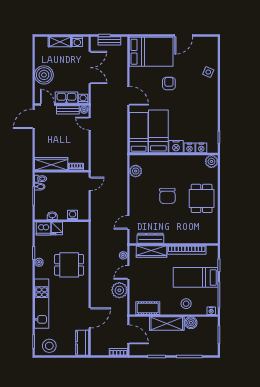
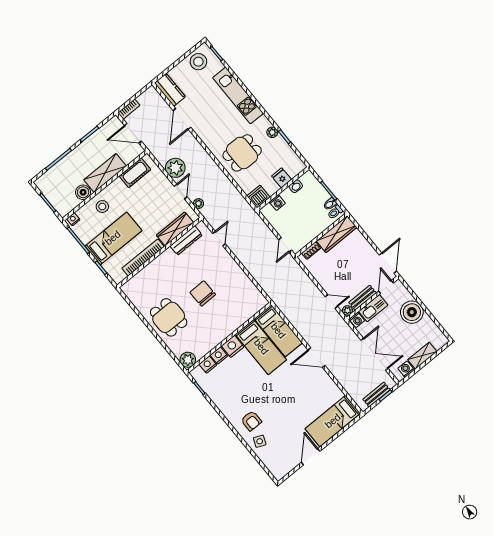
bed: (151, 52) -> (333, 421), width x0.67
double door: (90, 68) -> (375, 354), swing flipped
armchair: (169, 83) -> (251, 421), moved
door: (47, 104) -> (386, 287), swing flipped
plant: (136, 171) -> (252, 292), removed
dishwasher: (43, 229) -> (258, 197), moved

